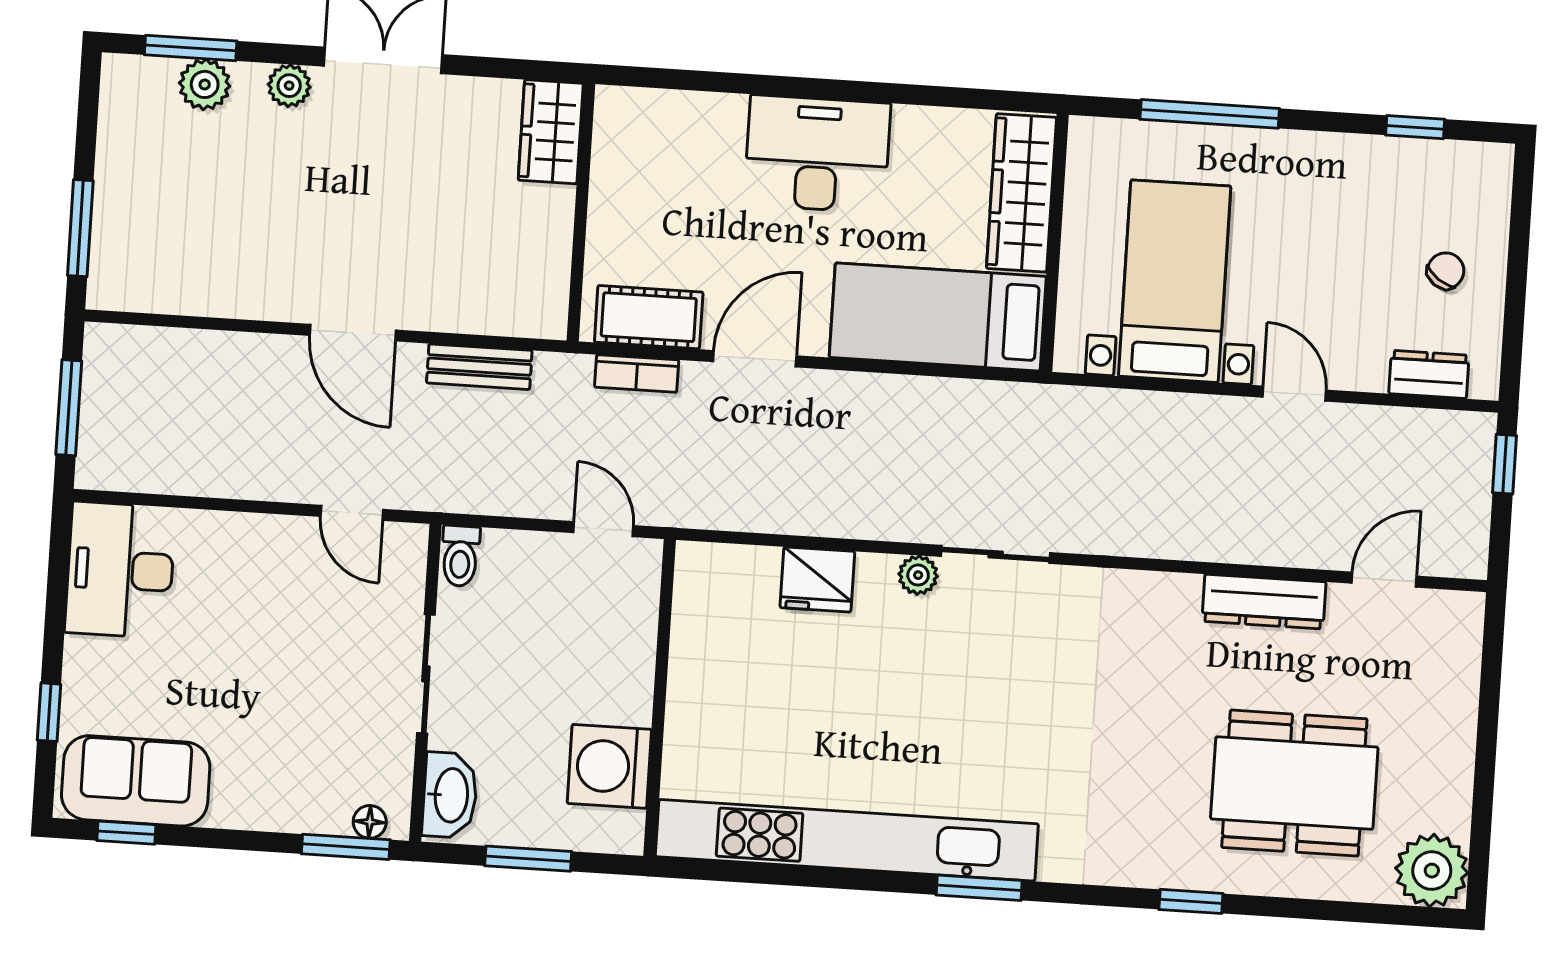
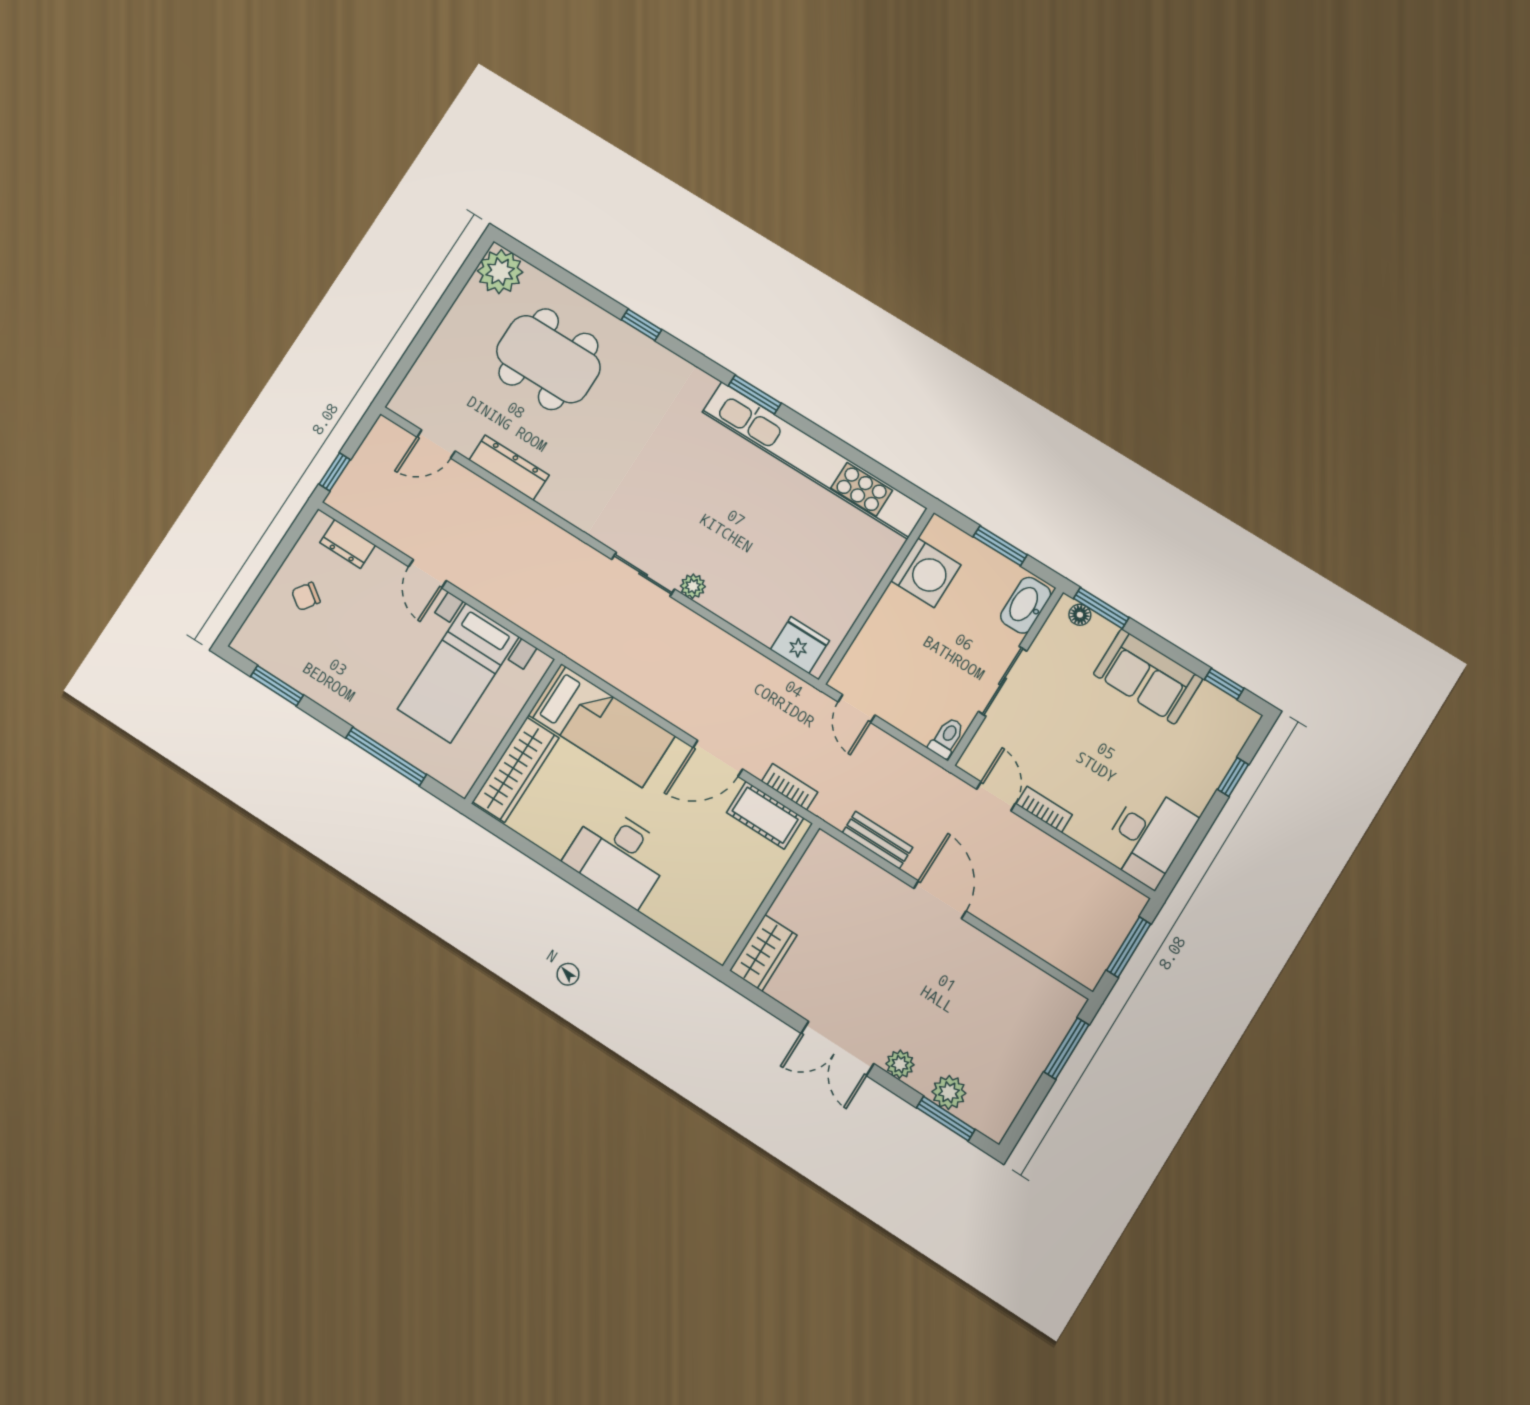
window: (1415, 127) -> (277, 686), width x1.50
bookcase: (278, 530) -> (1044, 809), added
fridge: (817, 580) -> (800, 645), moved
sofa: (136, 781) -> (1148, 676), moved

